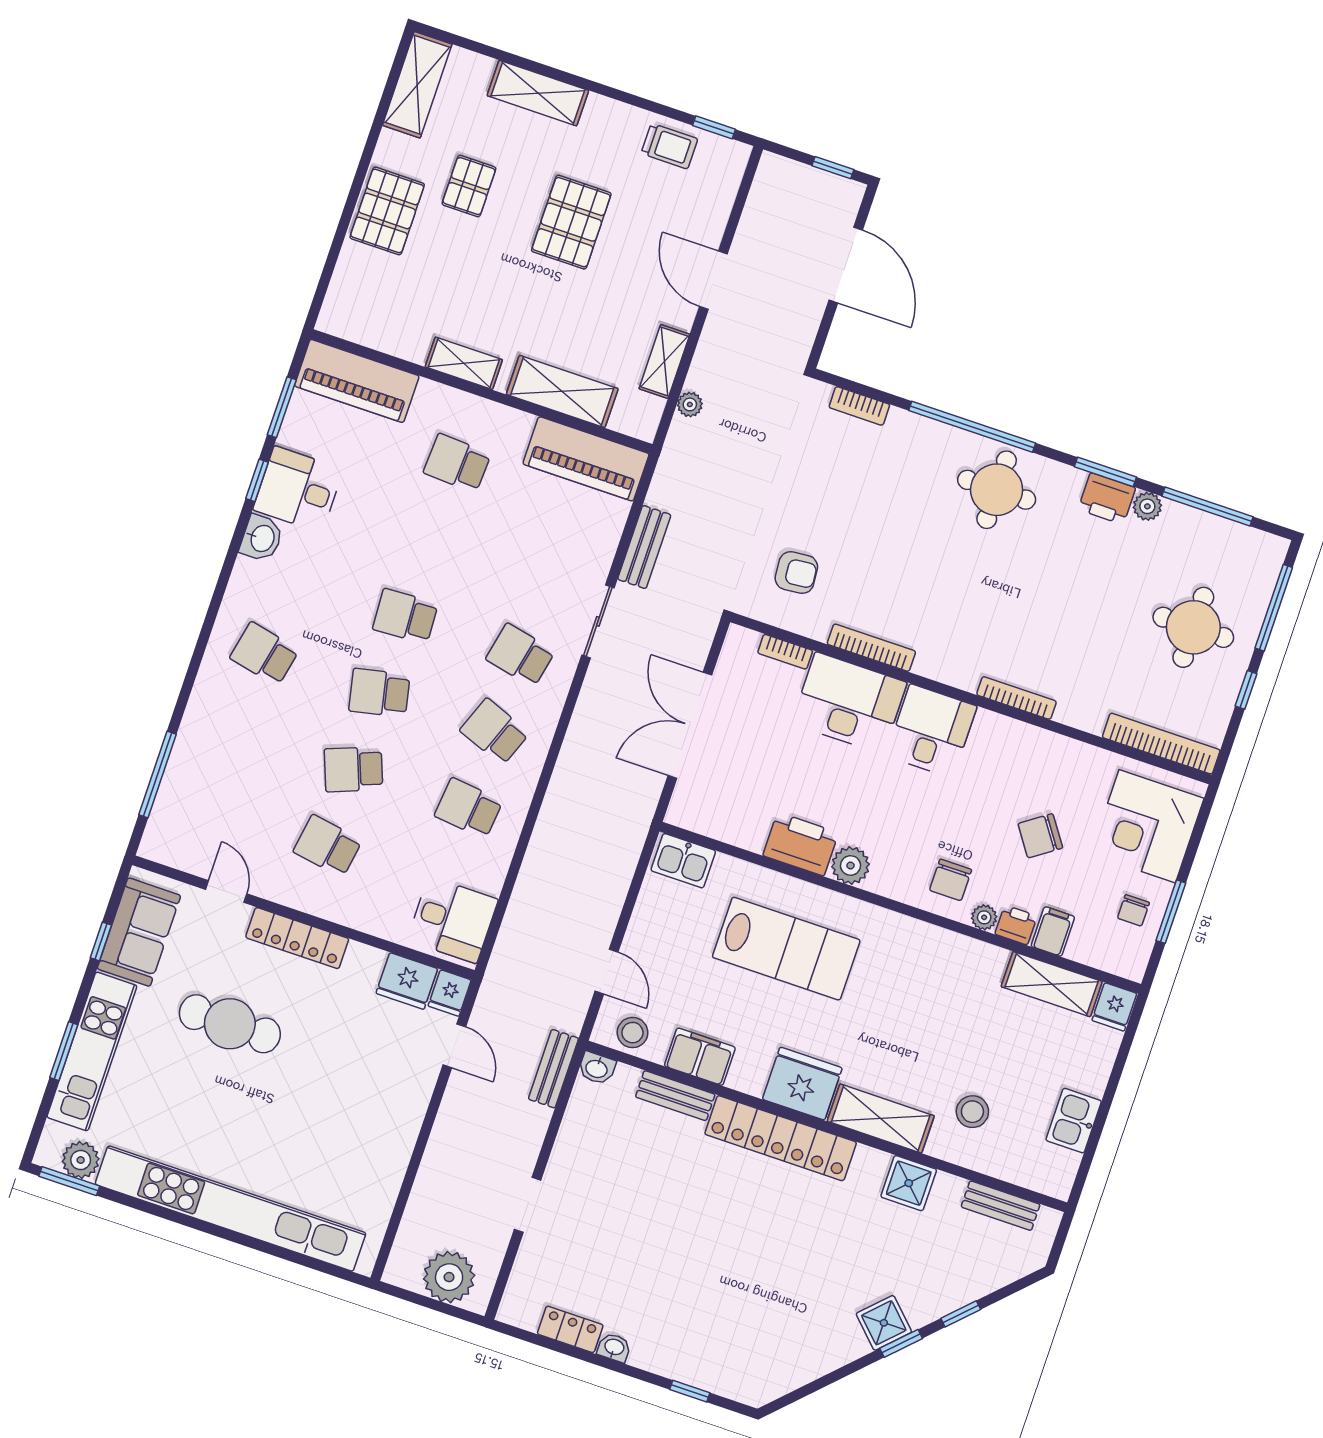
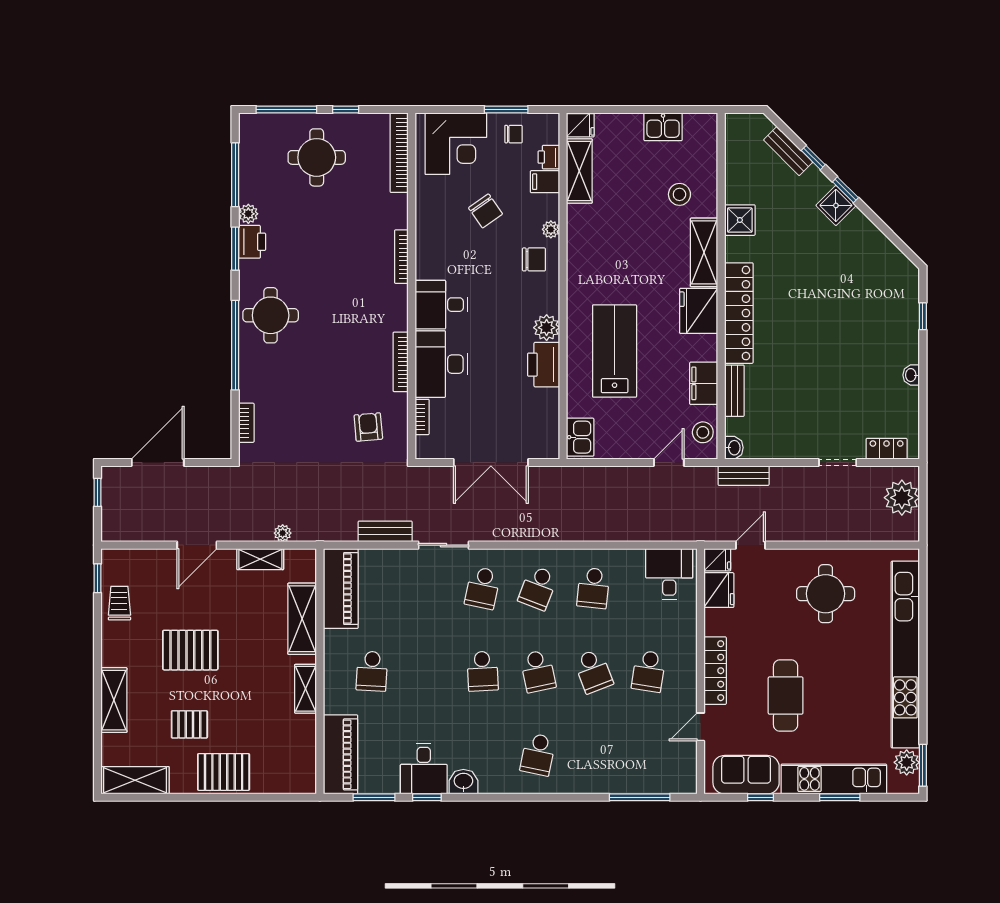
printer: (1016, 925) -> (549, 157), moved
round table: (352, 1127) -> (826, 594), added
bench: (1001, 1206) -> (788, 151), moved, turned -45
locker: (570, 1329) -> (887, 449), moved, turned 90

